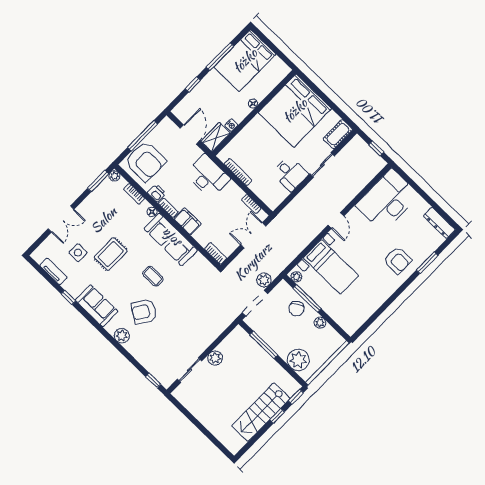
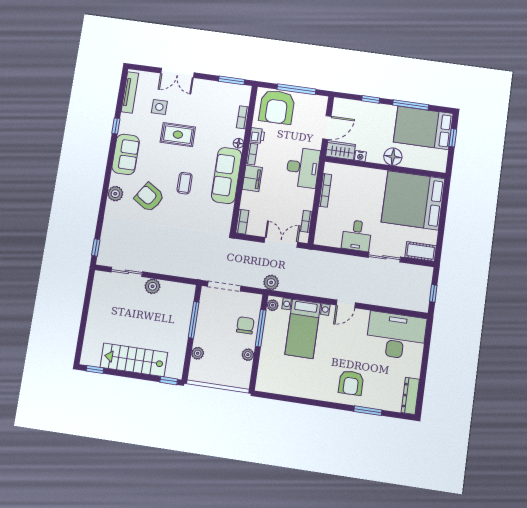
window: (269, 44) -> (453, 138), added
floor lamp: (253, 104) -> (393, 157), width x1.89, depth x1.89
plant: (114, 176) -> (246, 91), removed
tv unit: (53, 271) -> (130, 92), width x1.41
plant: (264, 280) -> (271, 282), moved
chair: (297, 309) -> (245, 325), turned 122
plant: (298, 360) -> (198, 353), width x0.53, depth x0.53
window: (277, 416) -> (95, 370), moved

